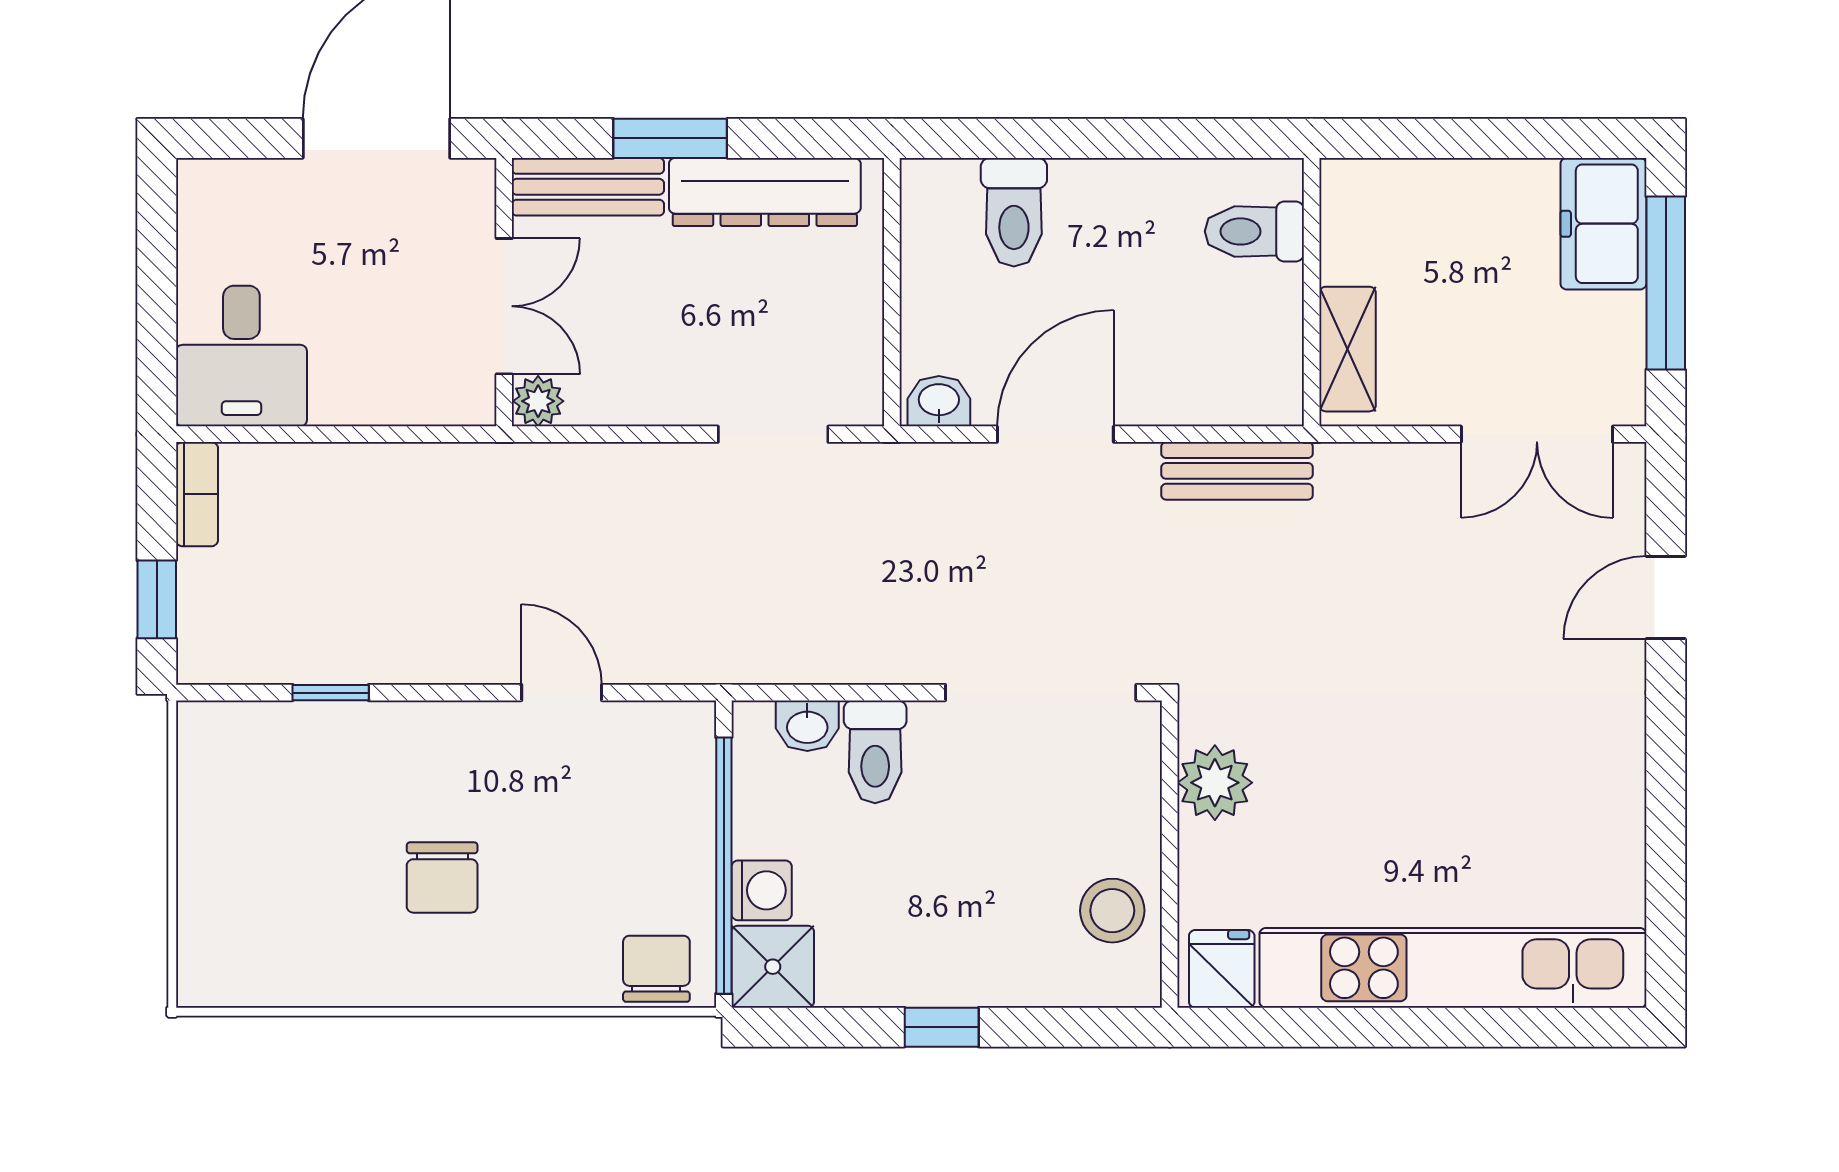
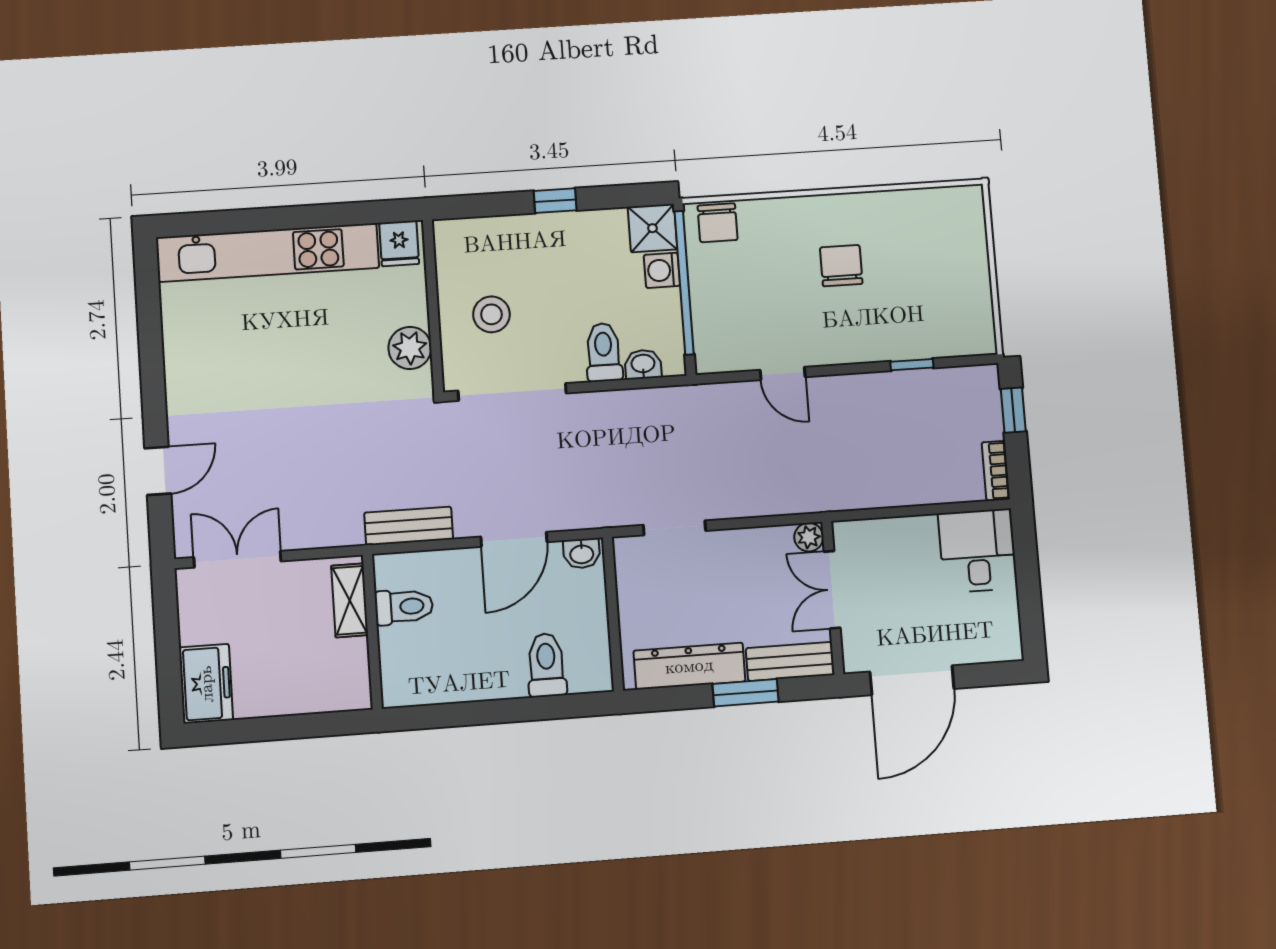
toilet: (1254, 231) -> (404, 607), moved
window: (1666, 283) -> (168, 652), removed
stool: (1112, 911) -> (491, 314), moved

